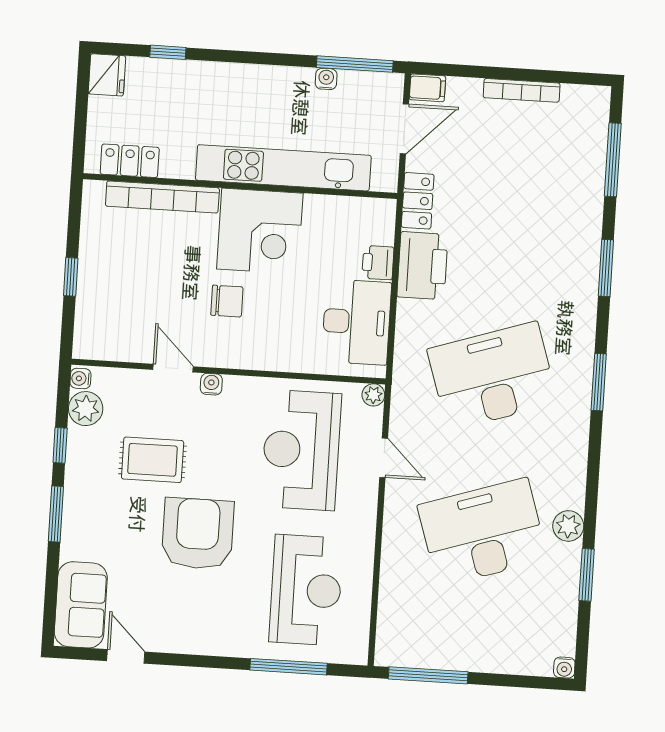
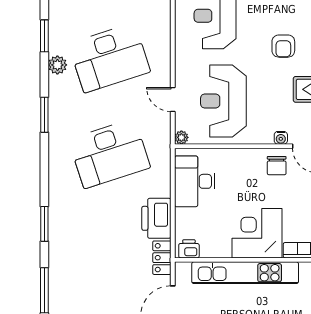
printer: (378, 263) -> (189, 249), moved, turned -90
chair: (227, 301) -> (277, 166), moved, turned -90
window: (599, 382) -> (44, 115), moved
reception desk: (301, 450) -> (223, 101), turned 180
armchair: (198, 534) -> (283, 46), width x0.53, depth x0.53

